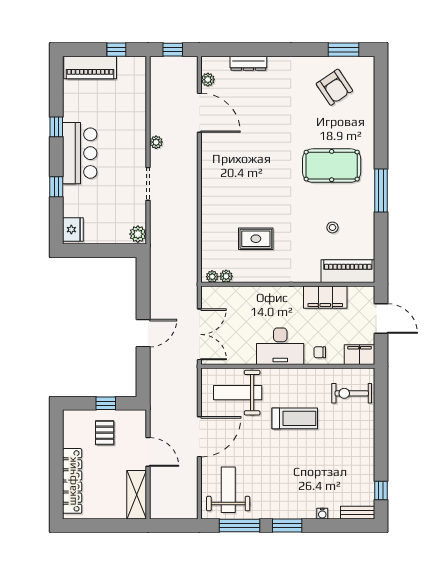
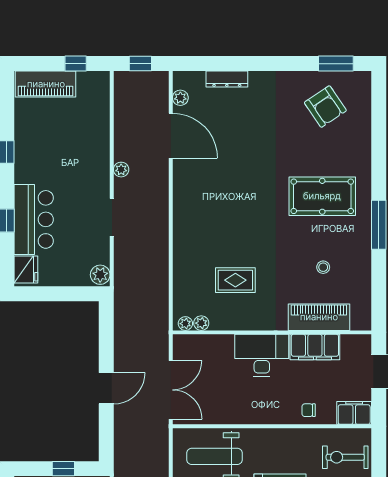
bar counter: (80, 153) -> (34, 219), moved
piano: (348, 271) -> (319, 317), moved
desk: (280, 346) -> (262, 355), moved, turned 180

